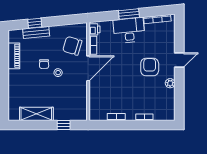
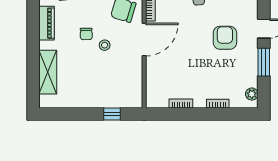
plant: (170, 83) -> (252, 94), moved
window: (179, 86) -> (264, 62), added
shelving: (36, 114) -> (48, 72), moved, turned 90

